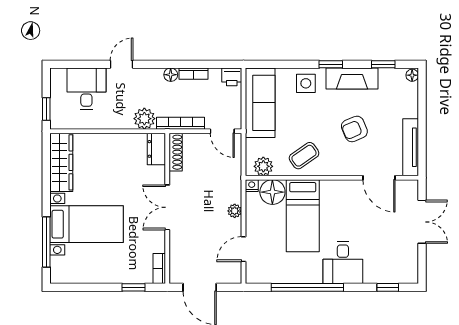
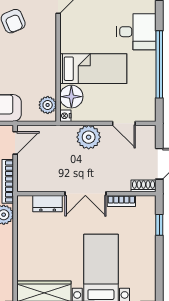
dresser: (156, 149) -> (48, 204), moved
shoe rack: (176, 152) -> (143, 186), moved, width x0.70
coffee table: (304, 156) -> (38, 68), removed
plant: (235, 211) -> (89, 137), width x1.88, depth x1.88
bookcase: (159, 269) -> (121, 201), moved

